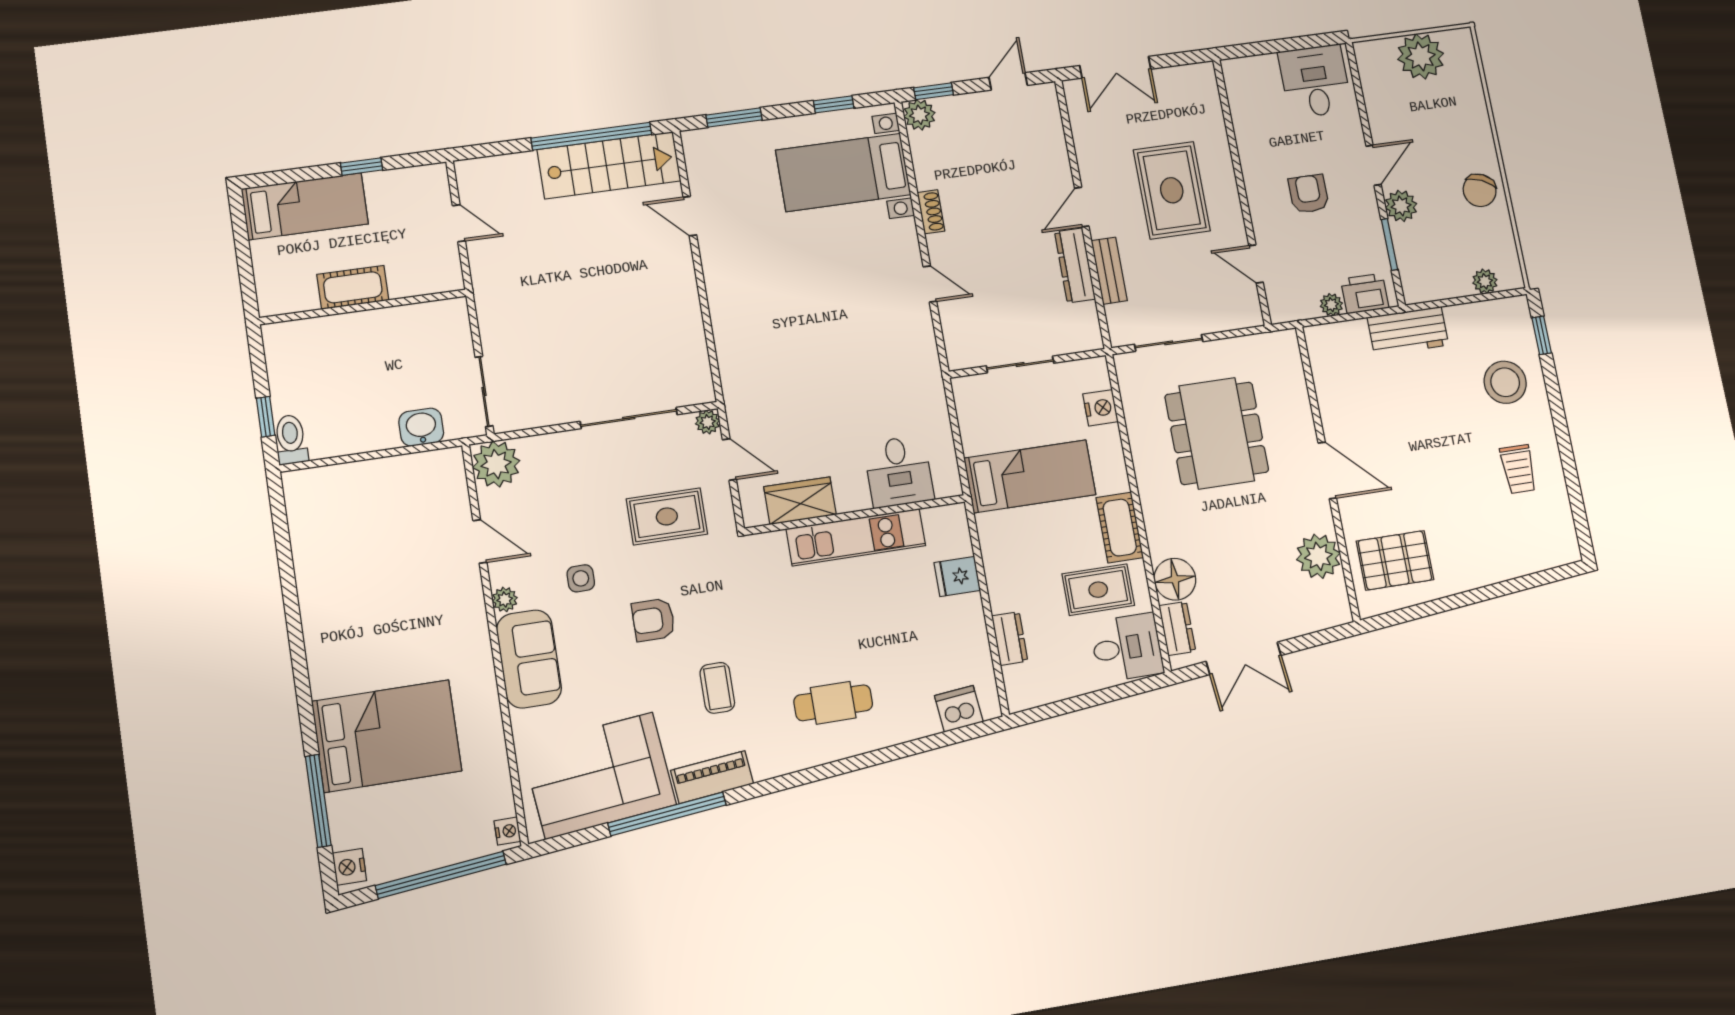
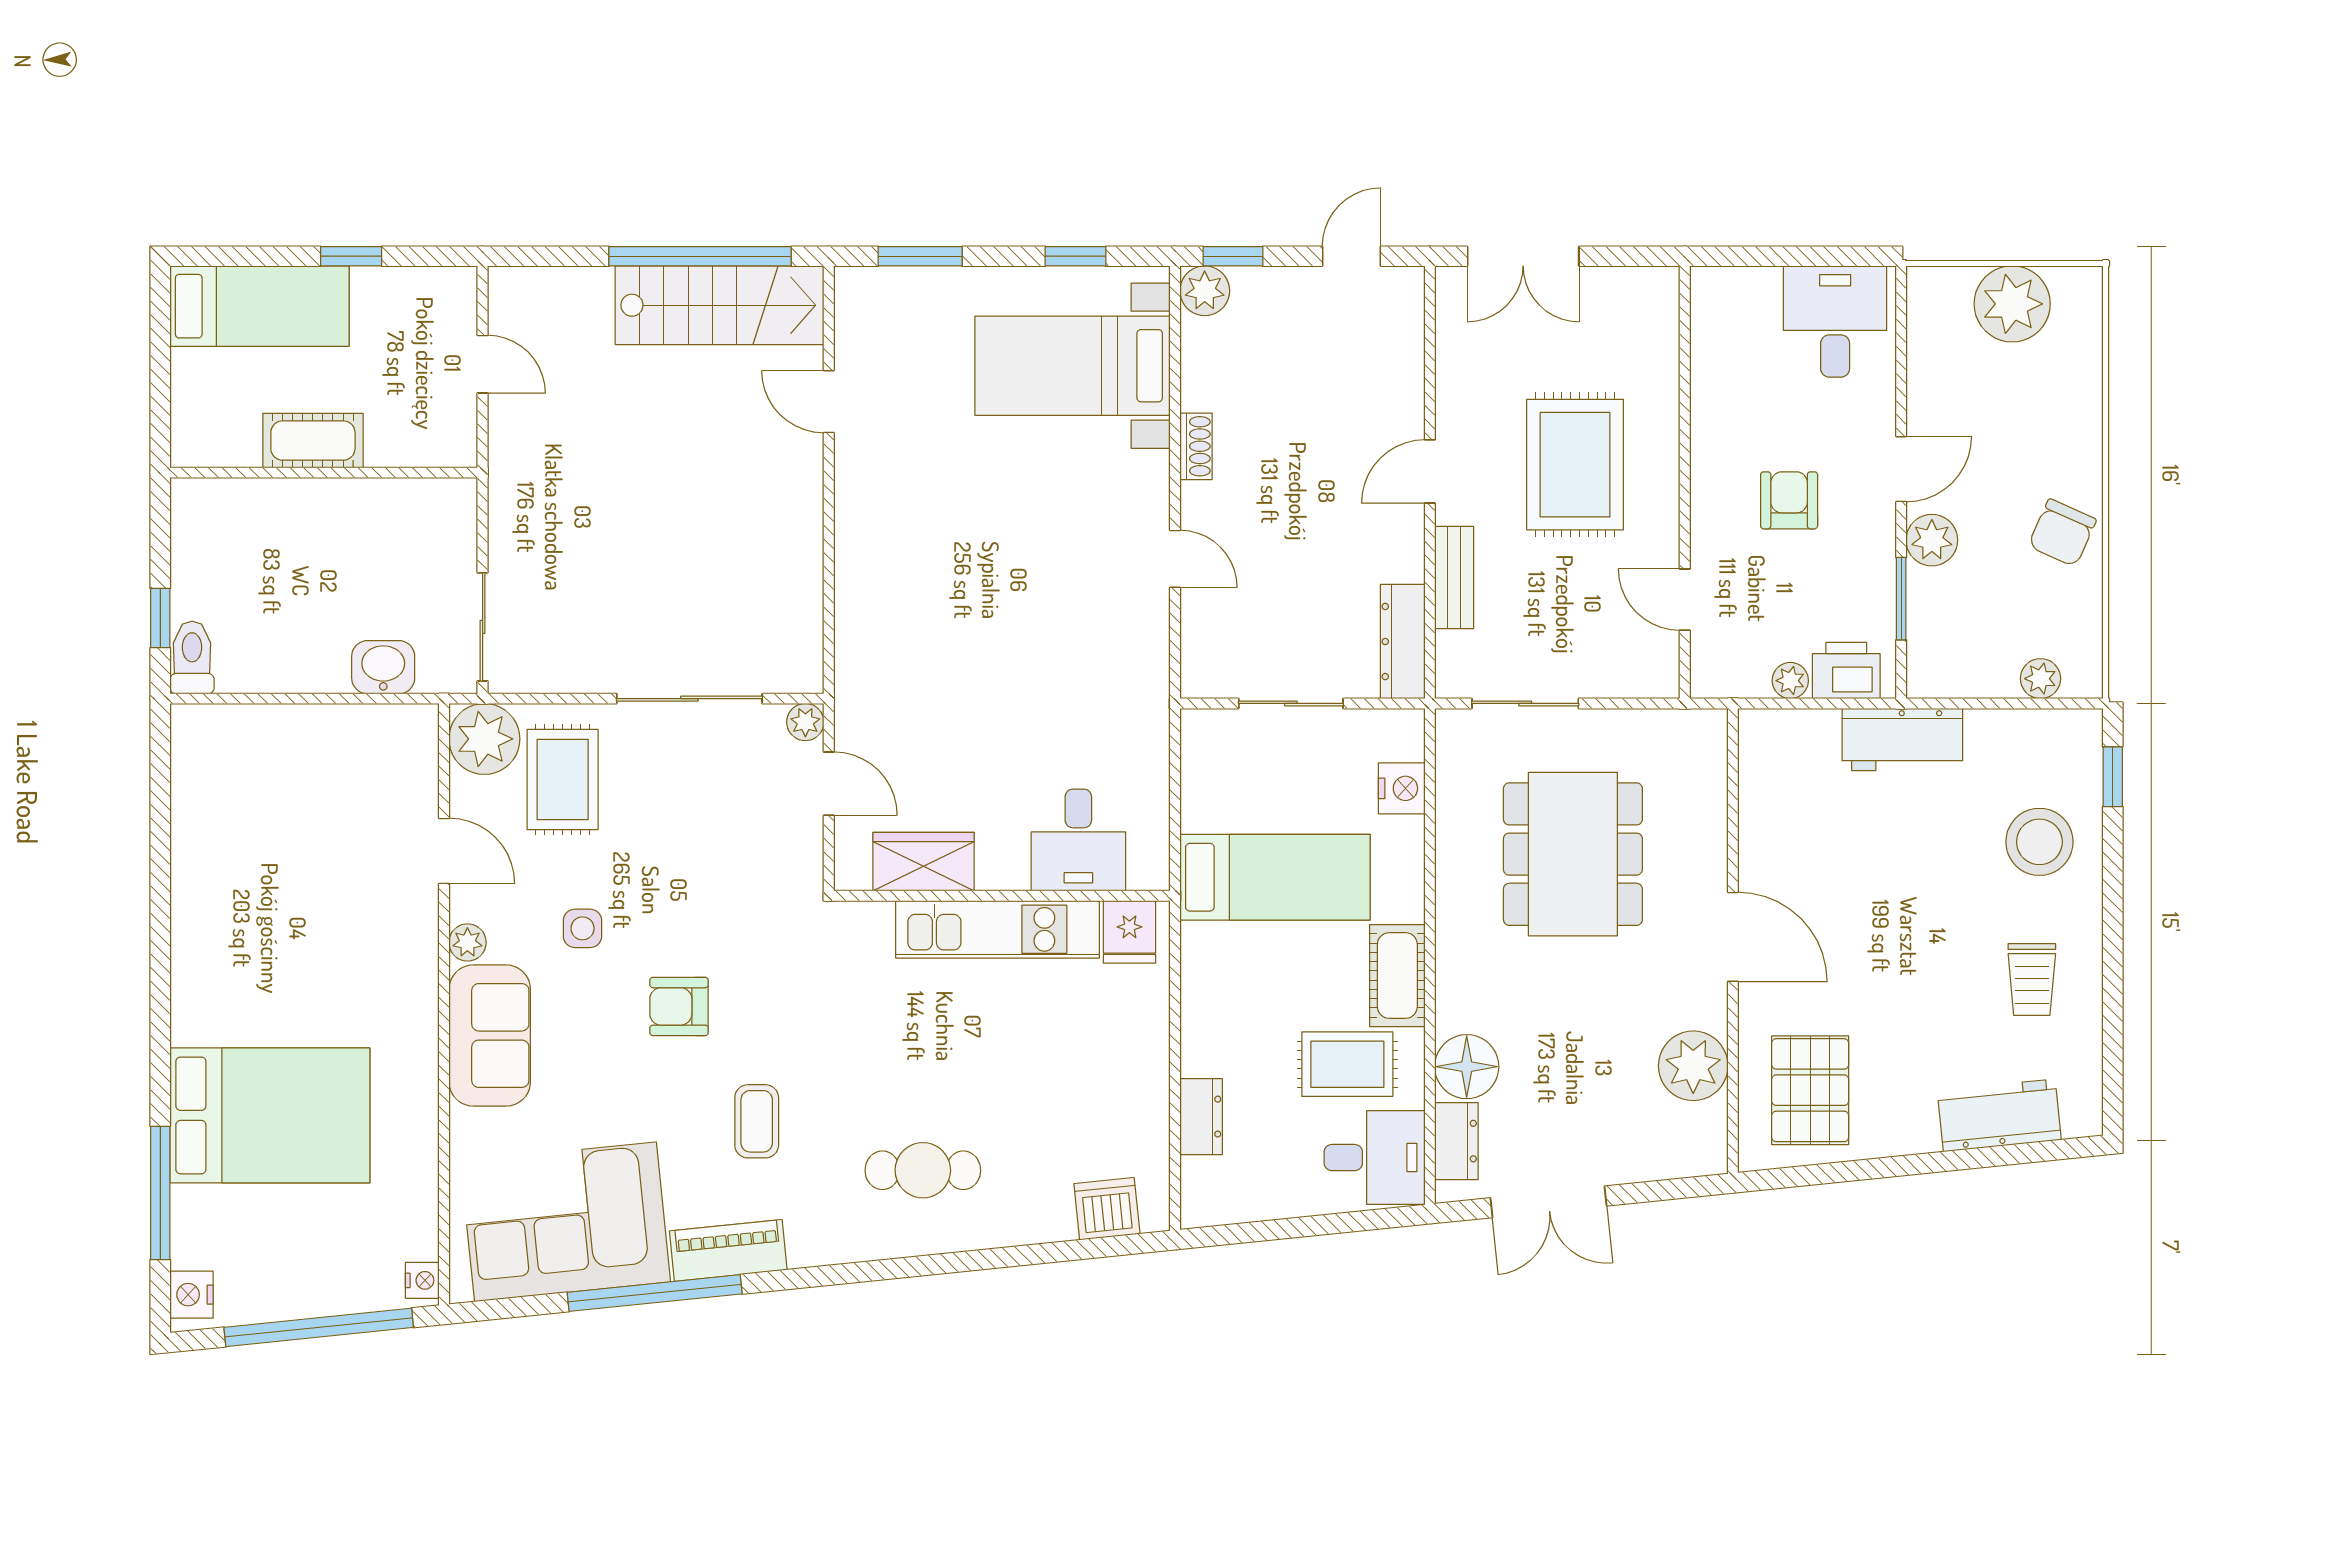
dresser: (1075, 265) -> (1403, 642), moved
rug: (667, 516) -> (563, 779), moved, turned 90
workbench: (1516, 558) -> (1999, 1115), added
pallet: (1395, 560) -> (1810, 1090), turned 90
fridge: (957, 576) -> (1129, 932), moved, turned -90

